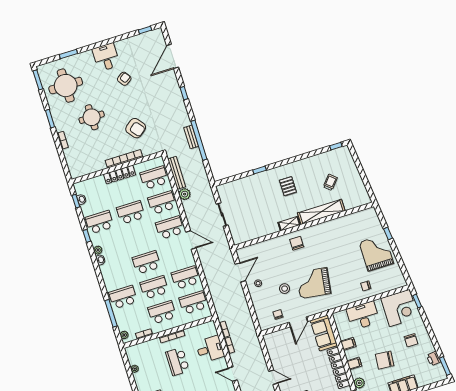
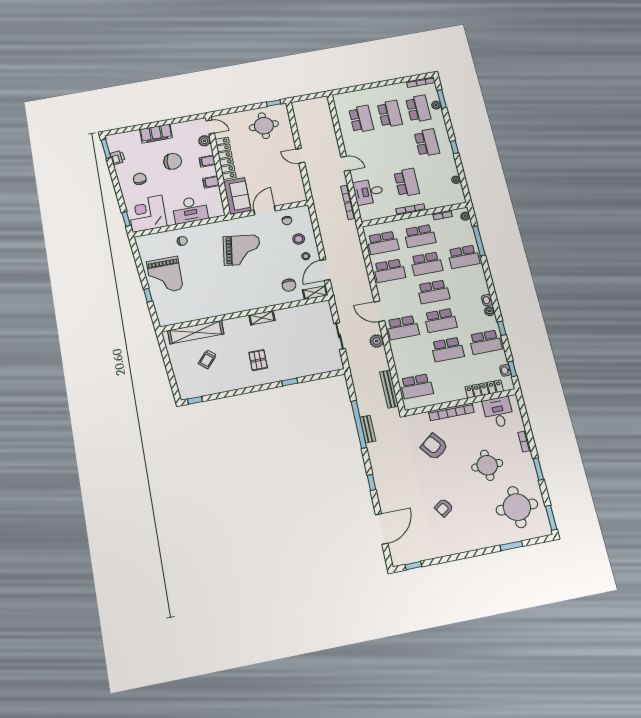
desk: (106, 57) -> (498, 412), moved, turned 180
locker: (120, 175) -> (484, 389), moved
plant: (185, 194) -> (377, 341), moved
school desk: (162, 203) -> (441, 320), moved
shelving: (321, 212) -> (196, 332), moved
chair: (297, 243) -> (289, 285), moved
shelving: (247, 251) -> (315, 293), added
stool: (285, 289) -> (299, 239), moved

